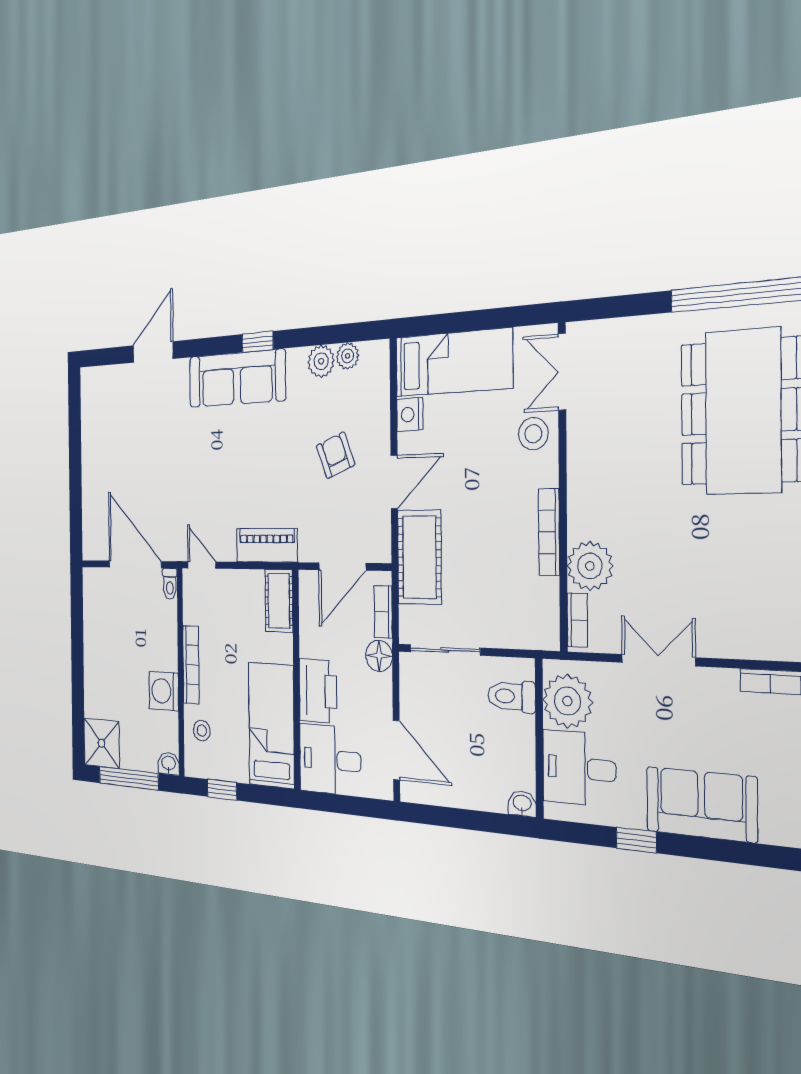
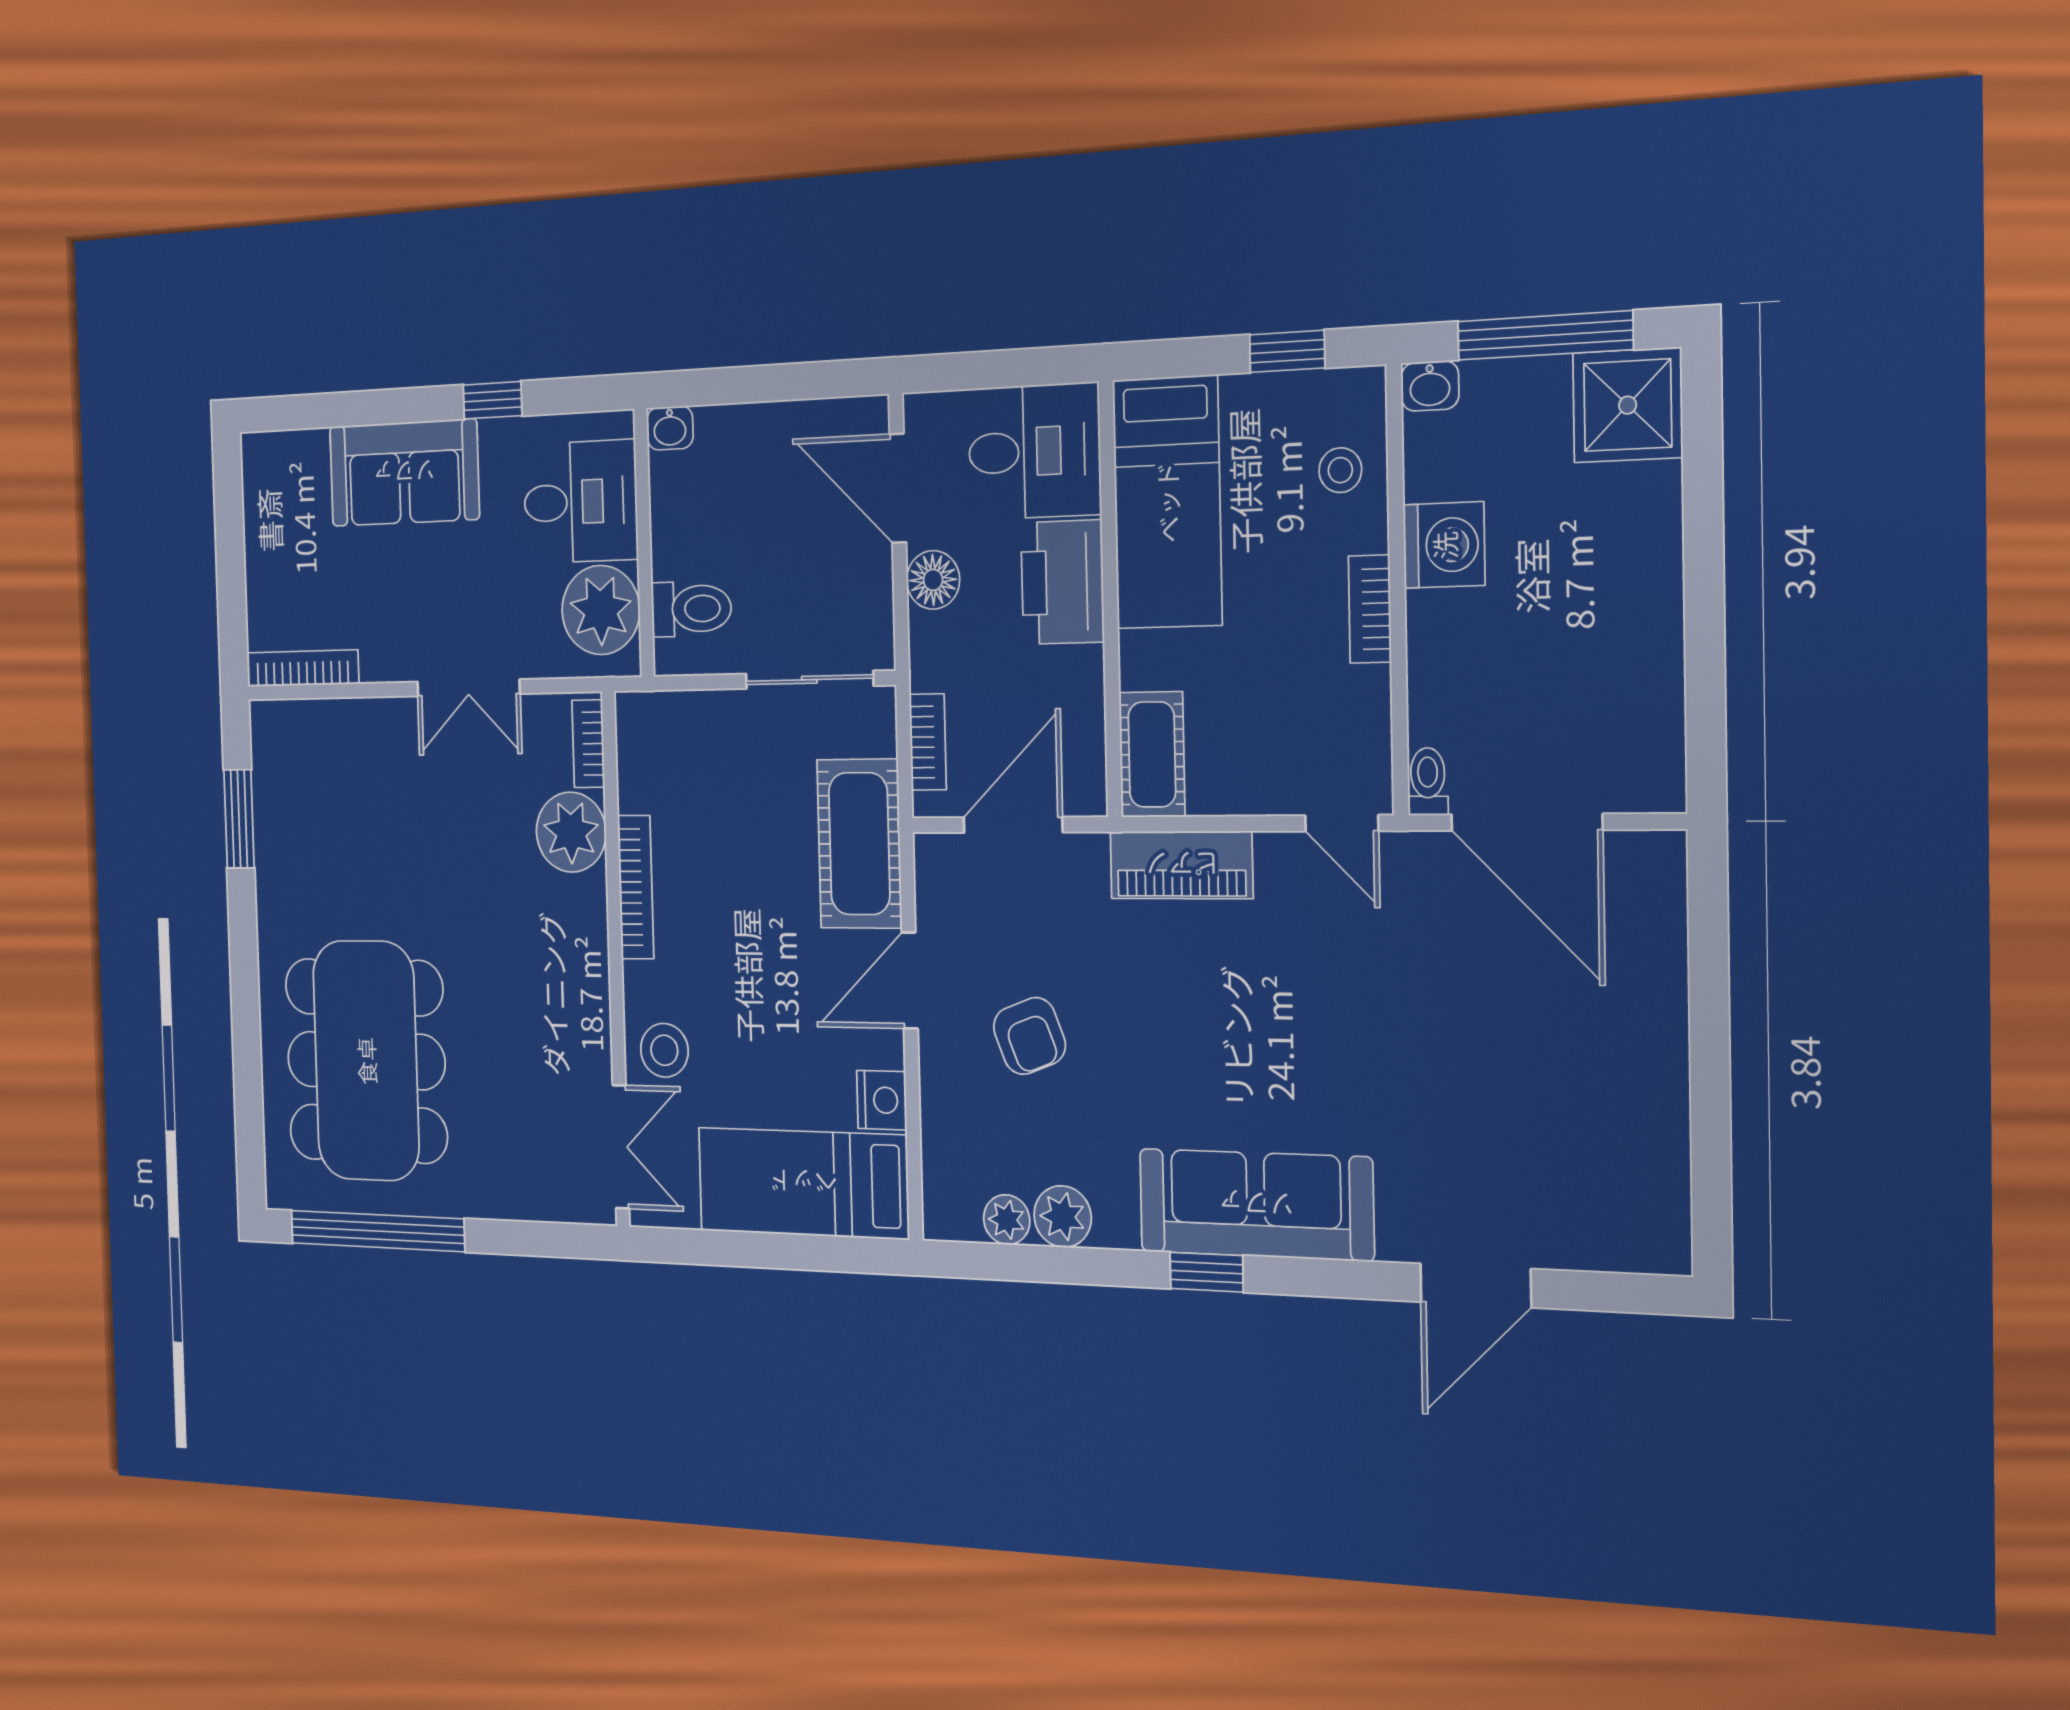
floor lamp: (379, 656) -> (933, 580), moved
bookcase: (191, 665) -> (1370, 609), width x0.64

